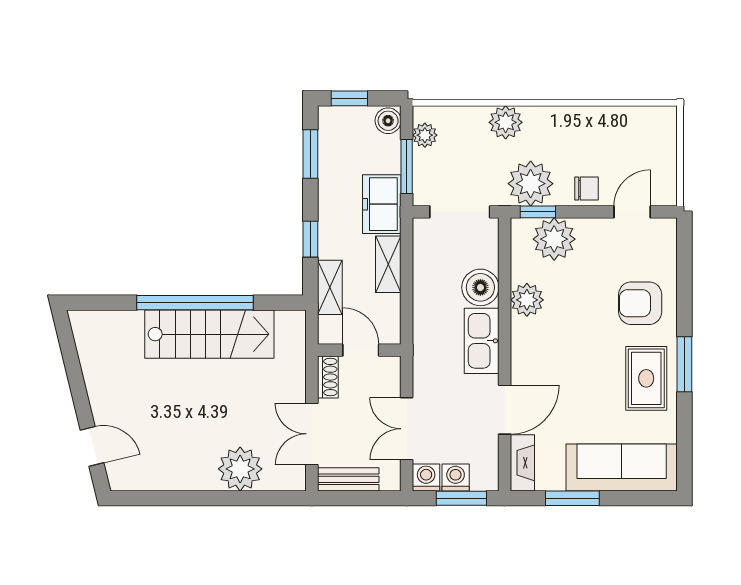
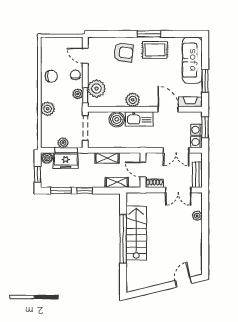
chair: (584, 131) -> (51, 76), added
plant: (425, 135) -> (63, 143), moved
plant: (531, 184) -> (78, 94), width x0.53, depth x0.53
freezer: (382, 204) -> (66, 161), moved
window: (310, 239) -> (85, 191), moved
plant: (527, 300) -> (133, 100), moved
armchair: (640, 303) -> (123, 52), turned -83
door: (361, 350) -> (143, 169), hinge flipped
plant: (240, 469) -> (197, 216), width x0.53, depth x0.53

